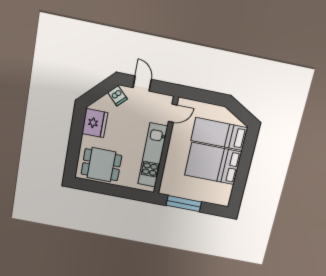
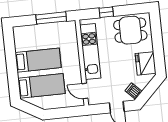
door: (173, 113) -> (85, 91), hinge flipped
bed: (213, 163) -> (38, 60), width x0.67
window: (122, 192) -> (106, 12), added

